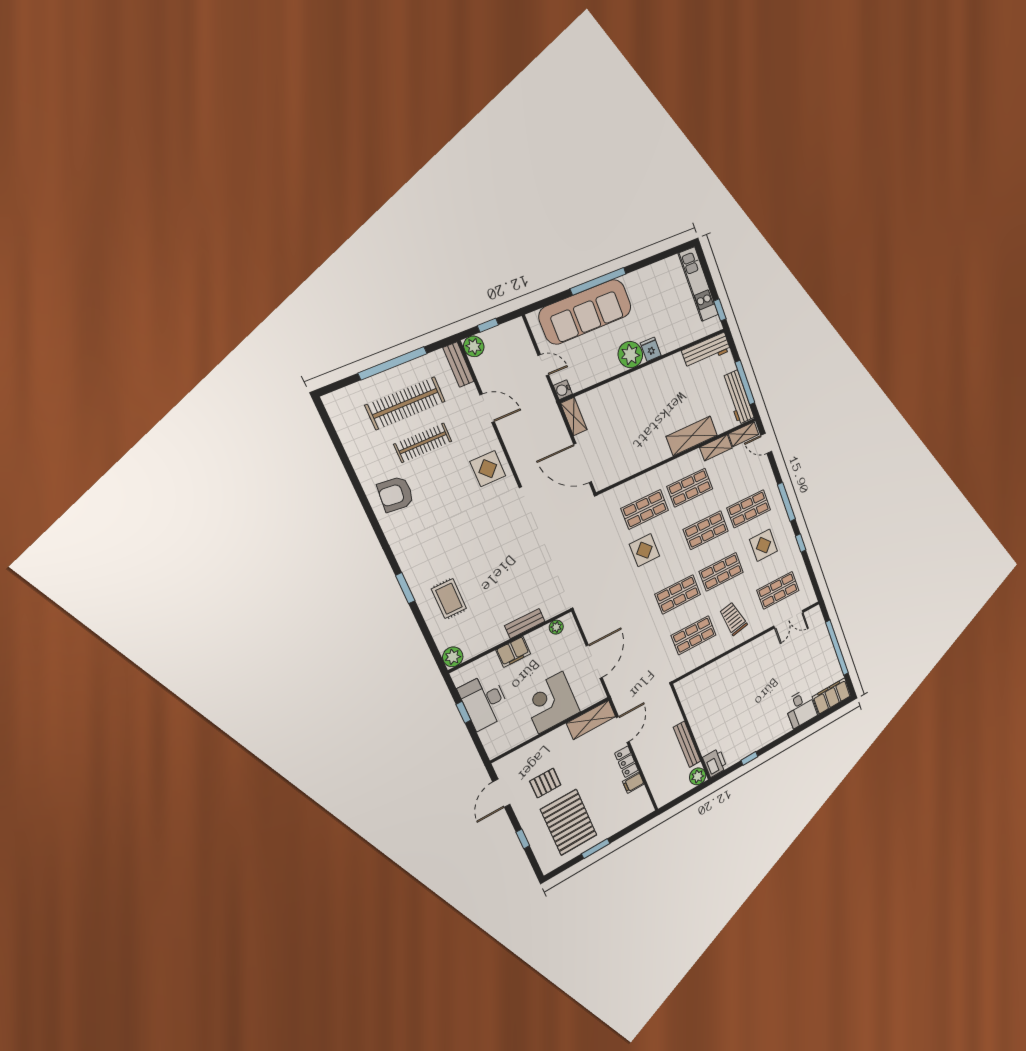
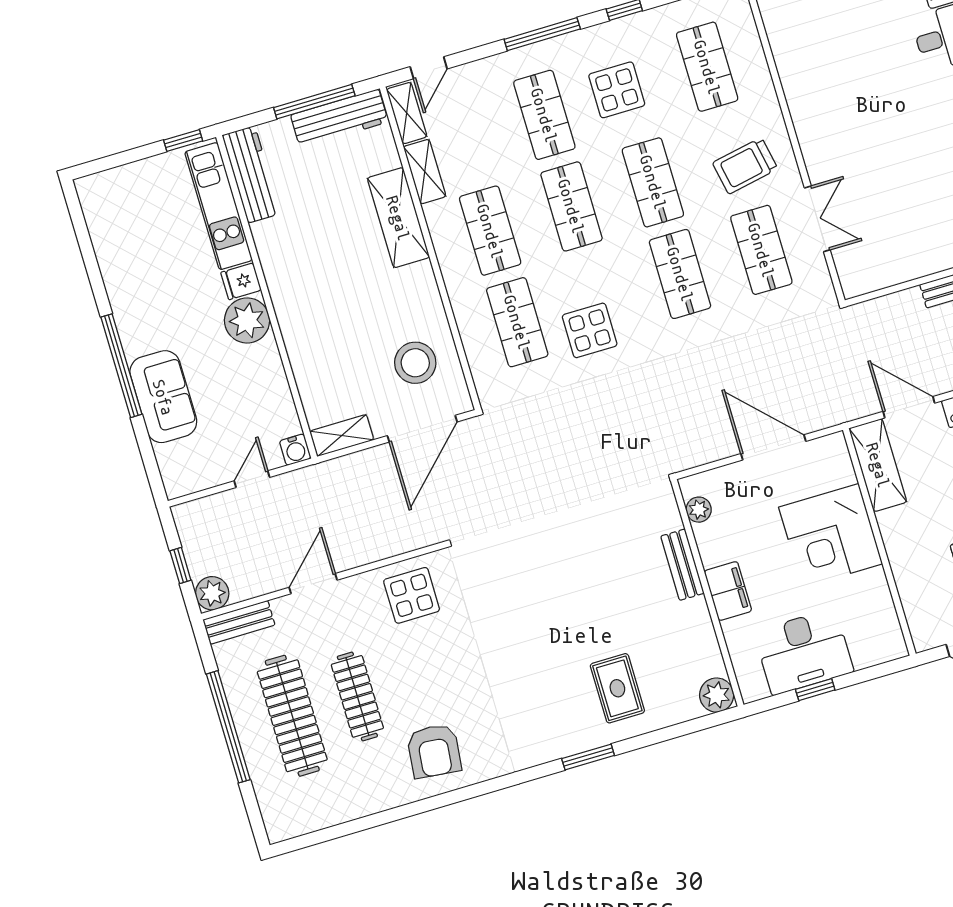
kitchen unit: (698, 284) -> (219, 206), moved, turned 90
sofa: (585, 312) -> (163, 397), width x0.54, depth x0.79
stool: (618, 455) -> (415, 363), added
rug: (449, 599) -> (617, 688), turned 90
double door: (788, 619) -> (817, 219), moved

